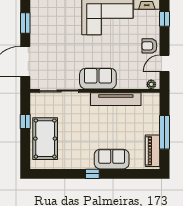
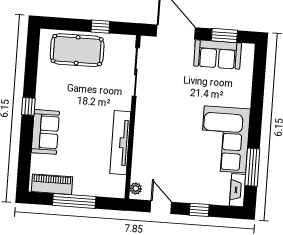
window: (165, 19) -> (199, 210), moved
armchair: (149, 46) -> (184, 190), removed
sofa: (98, 79) -> (218, 54), moved, turned 90

